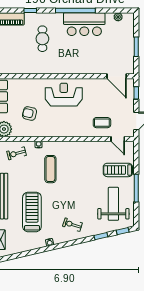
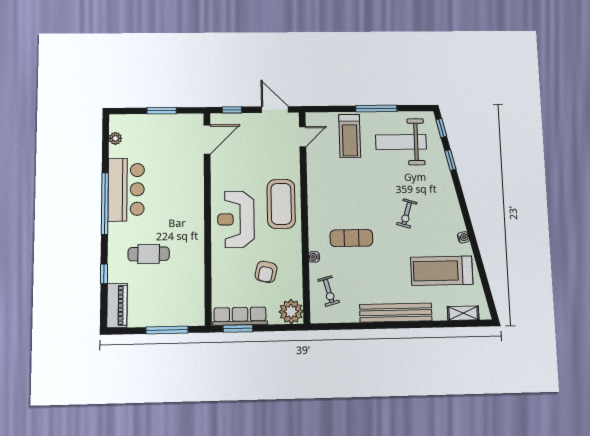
coffee table: (102, 123) -> (281, 204), moved, width x1.86, depth x1.72
treadmill: (32, 212) -> (442, 271), moved
exercise bike: (72, 225) -> (407, 213), moved

